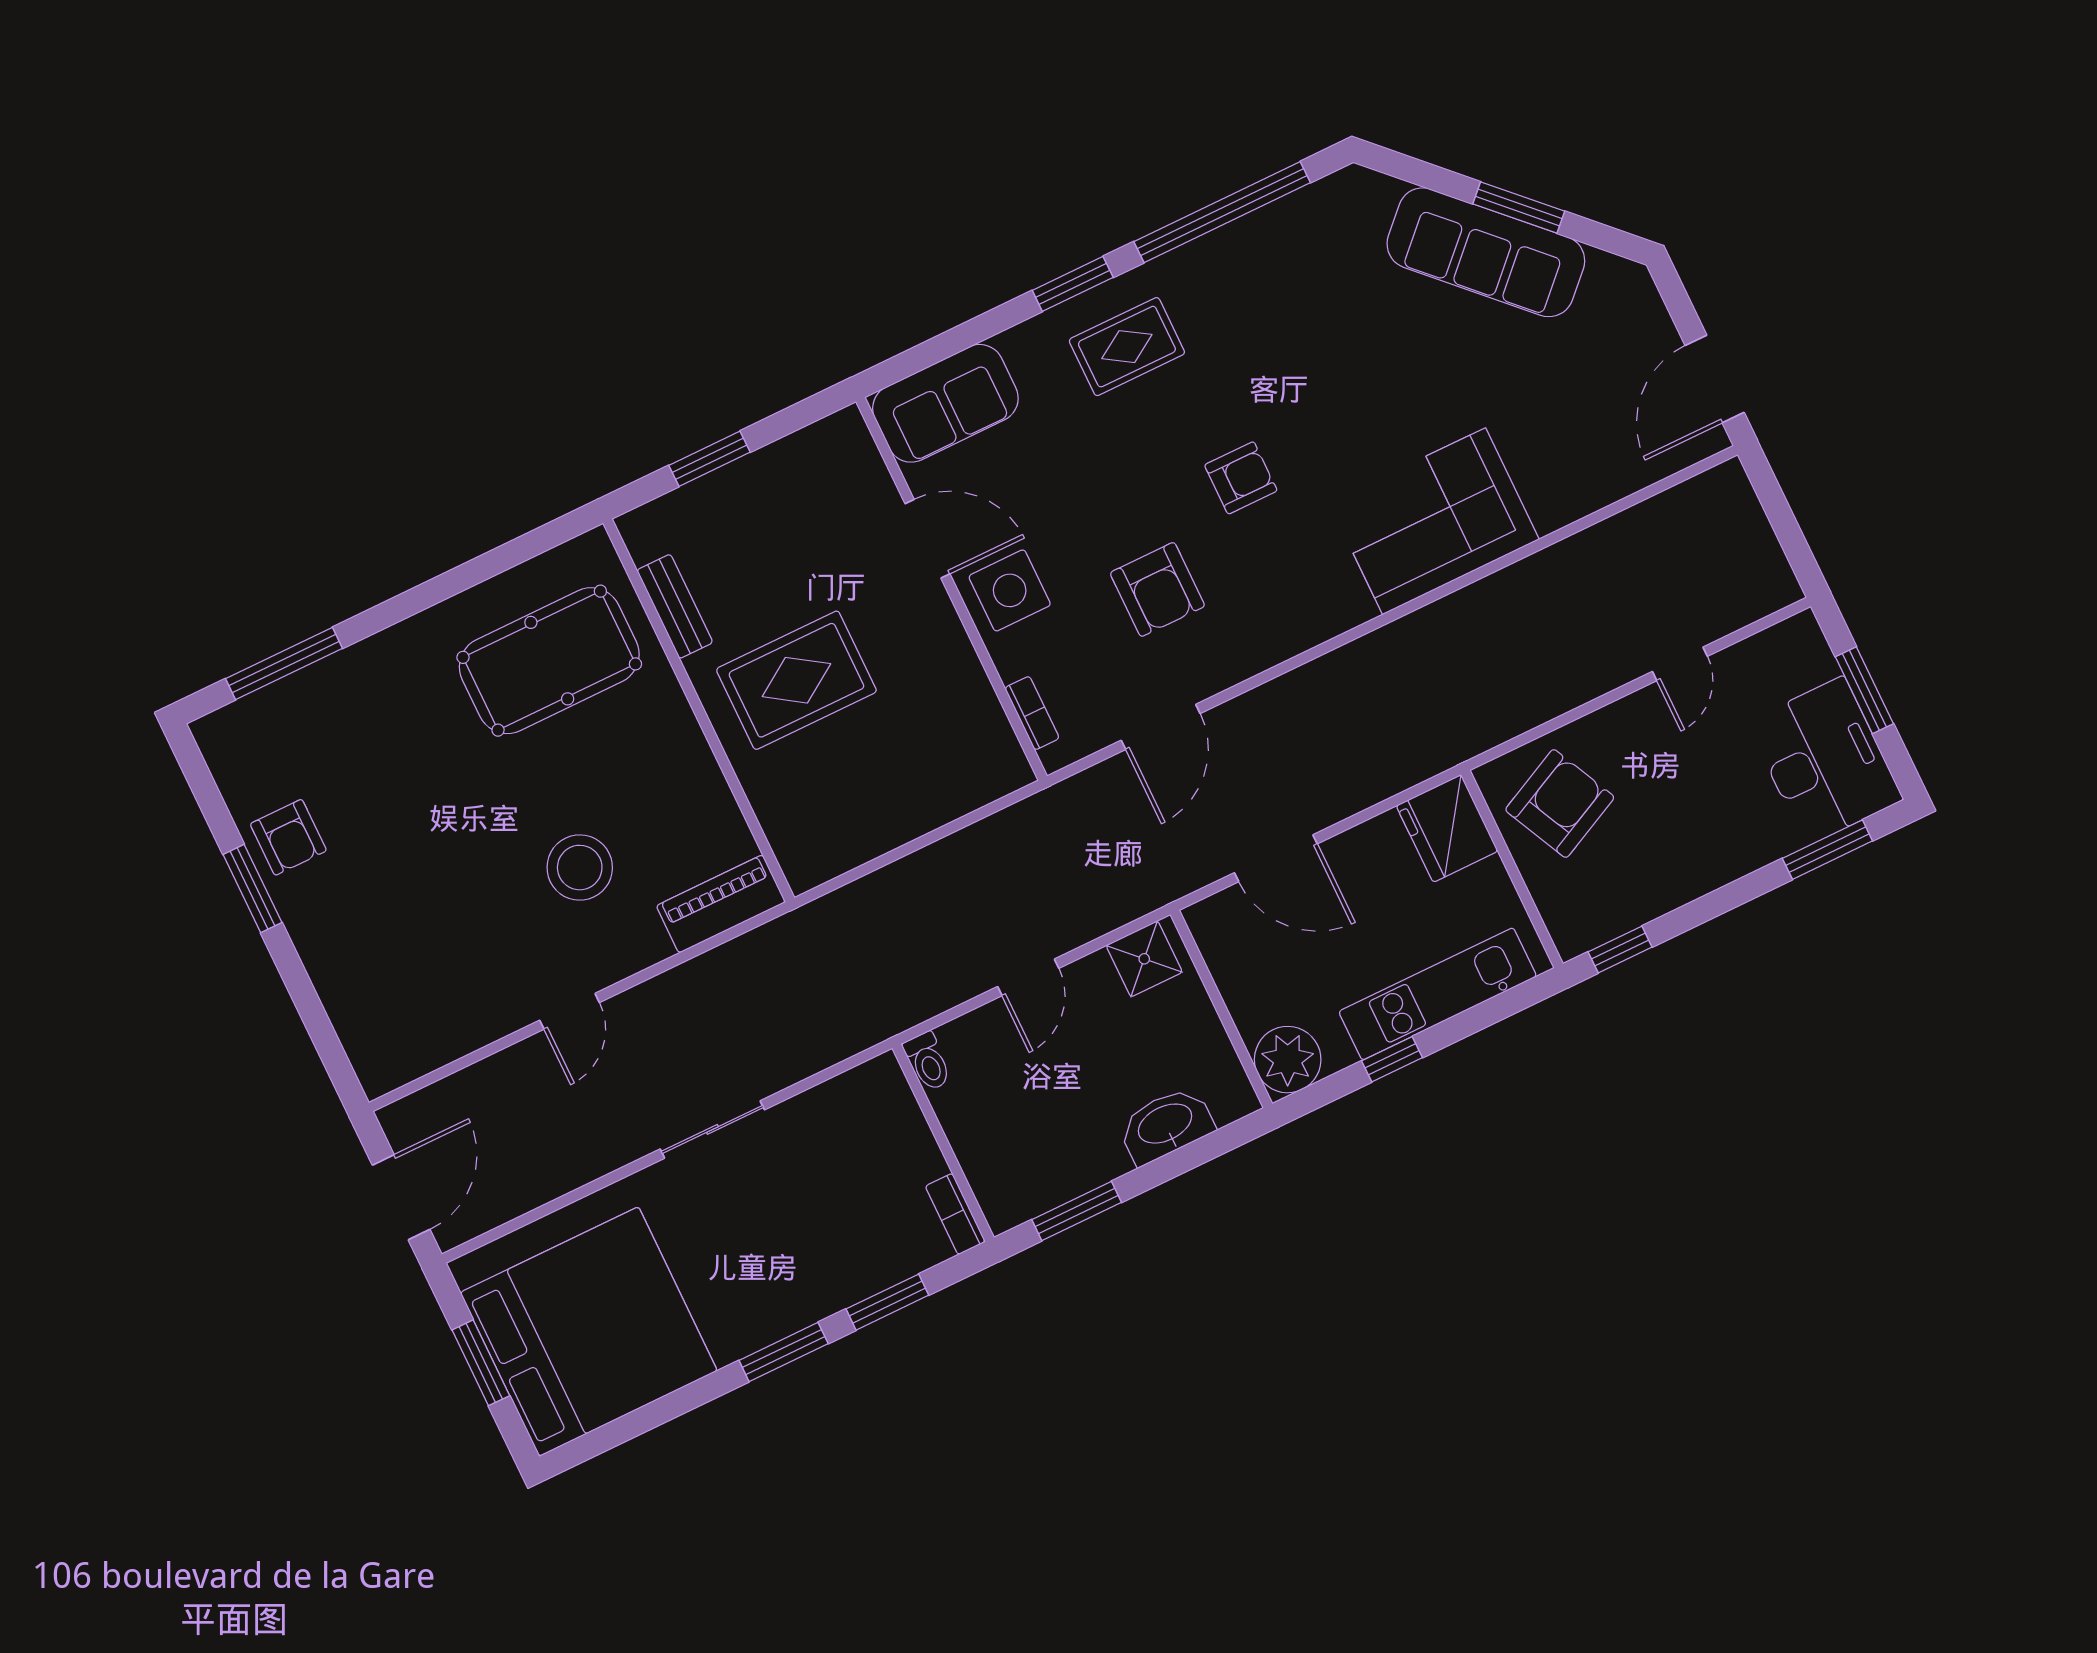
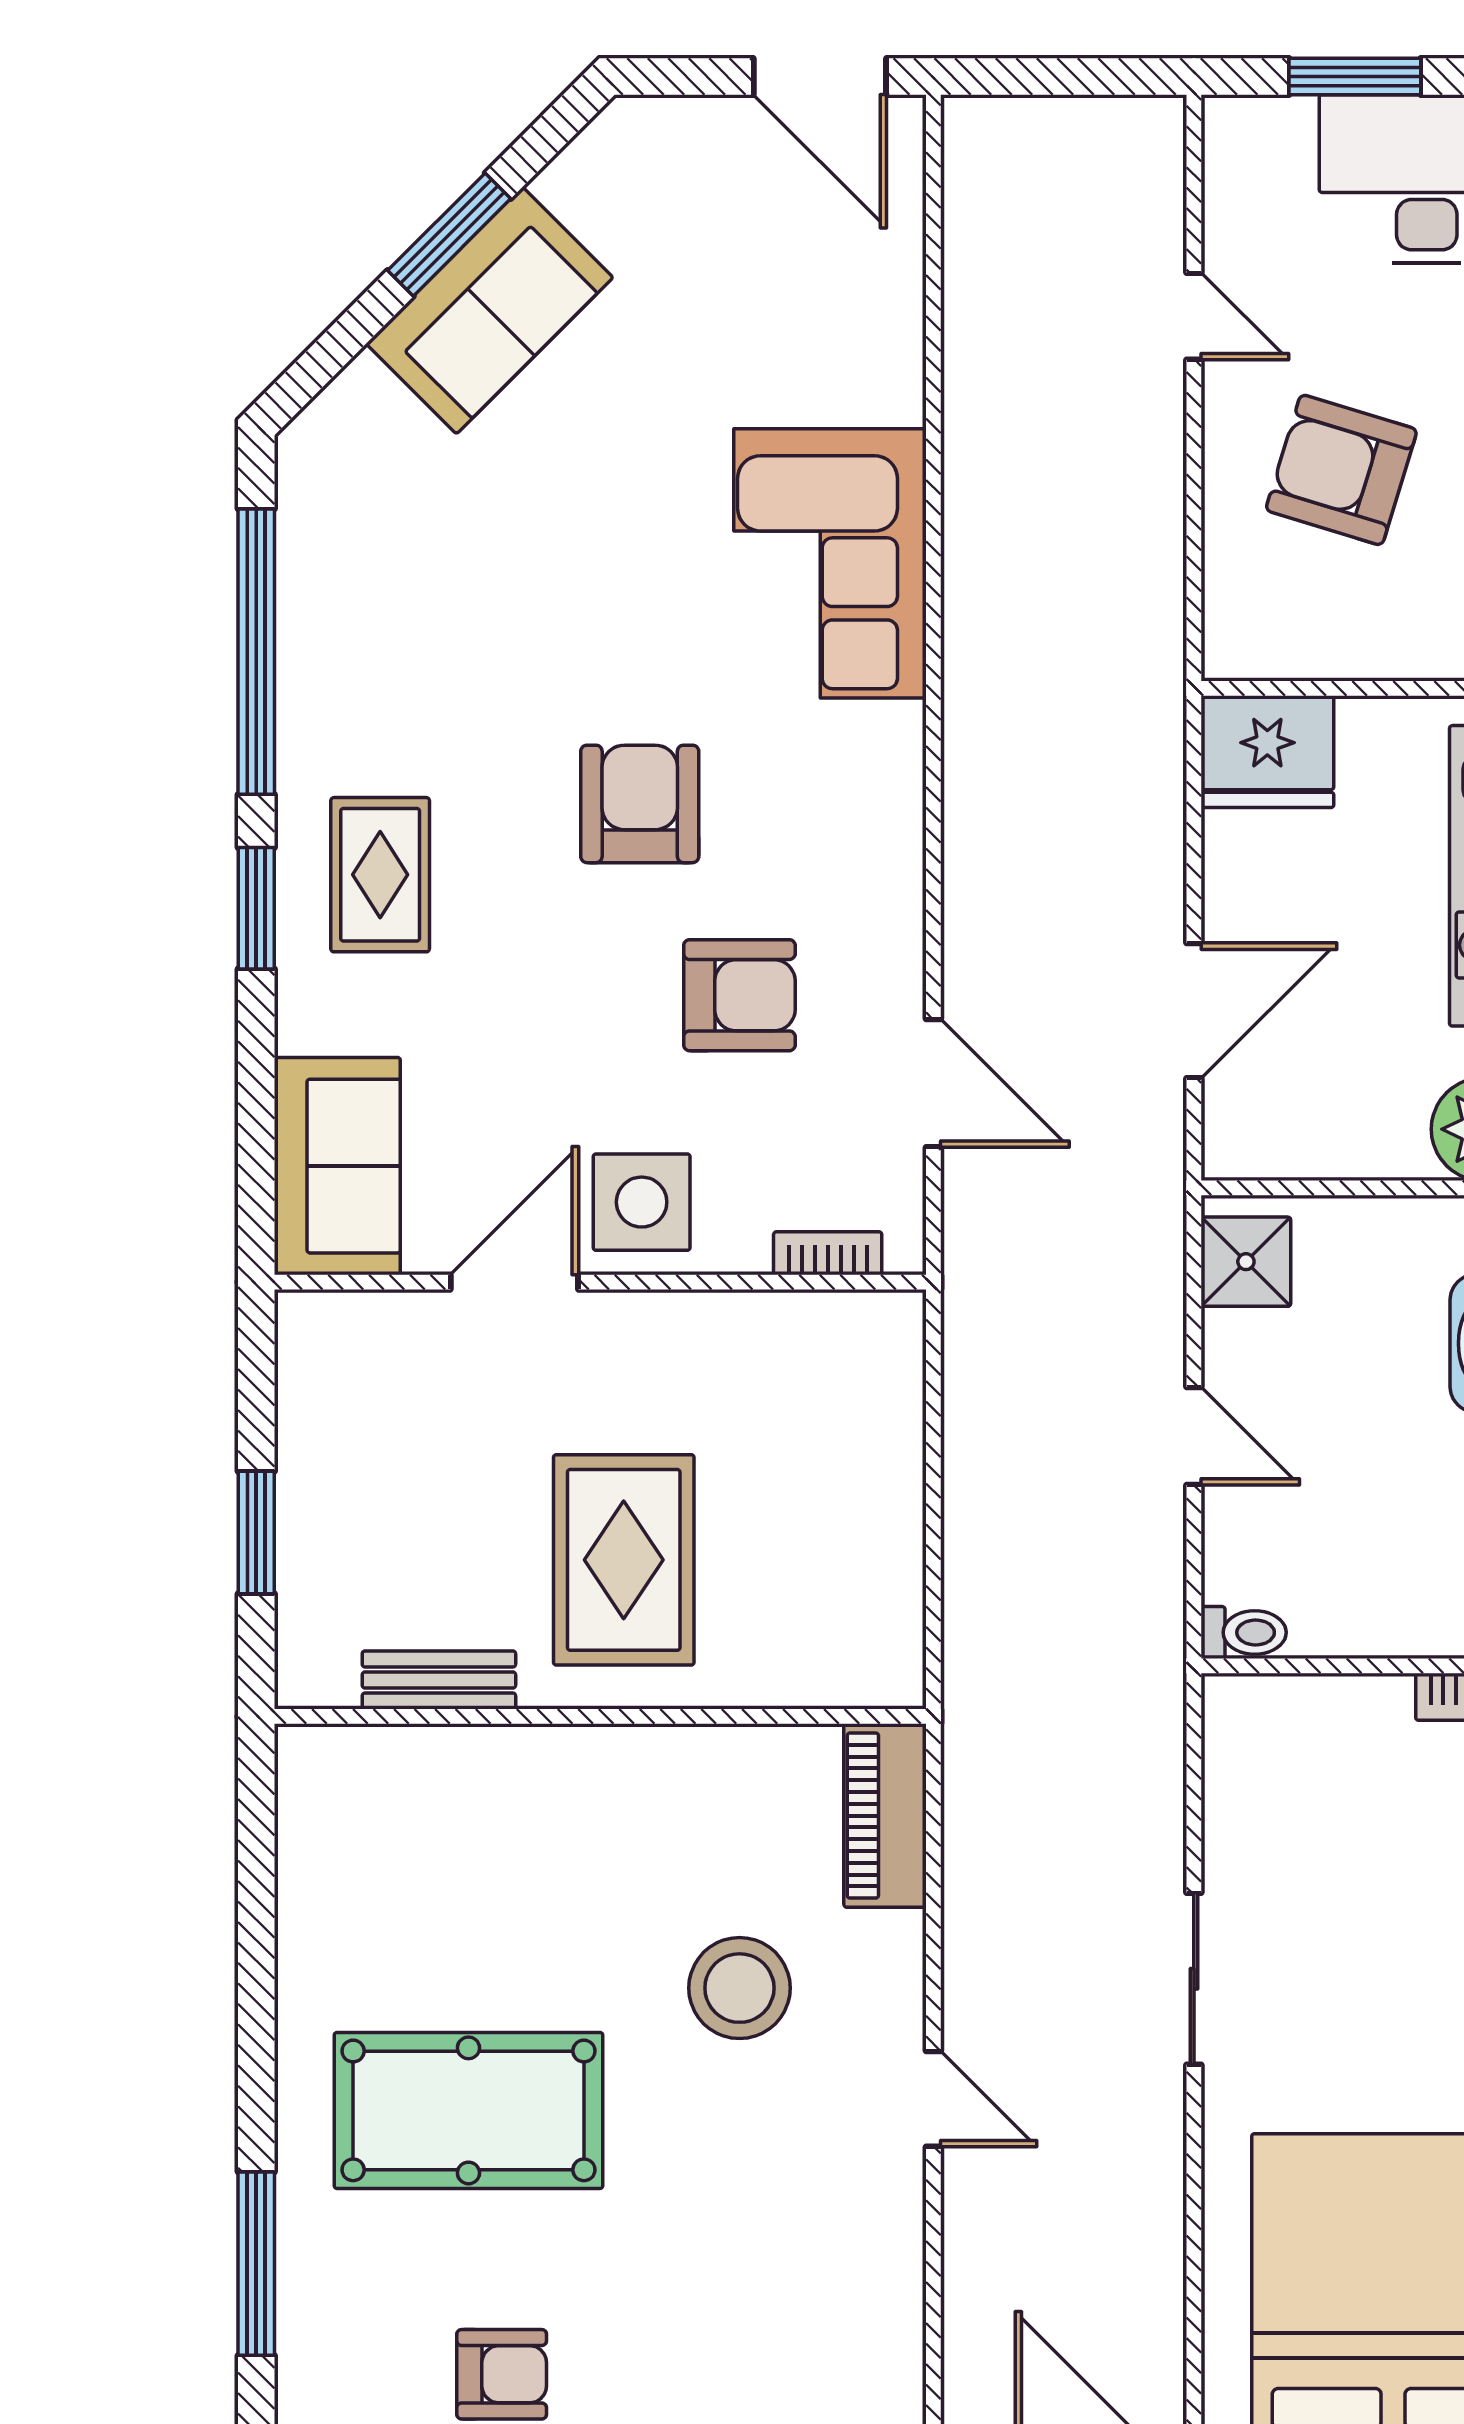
sofa: (1486, 252) -> (490, 310), width x0.73
armchair: (1241, 478) -> (640, 804), width x1.38, depth x1.38
pool table: (549, 661) -> (468, 2110), moved, turned 90
armchair: (1560, 804) -> (1341, 470), moved, turned -47

